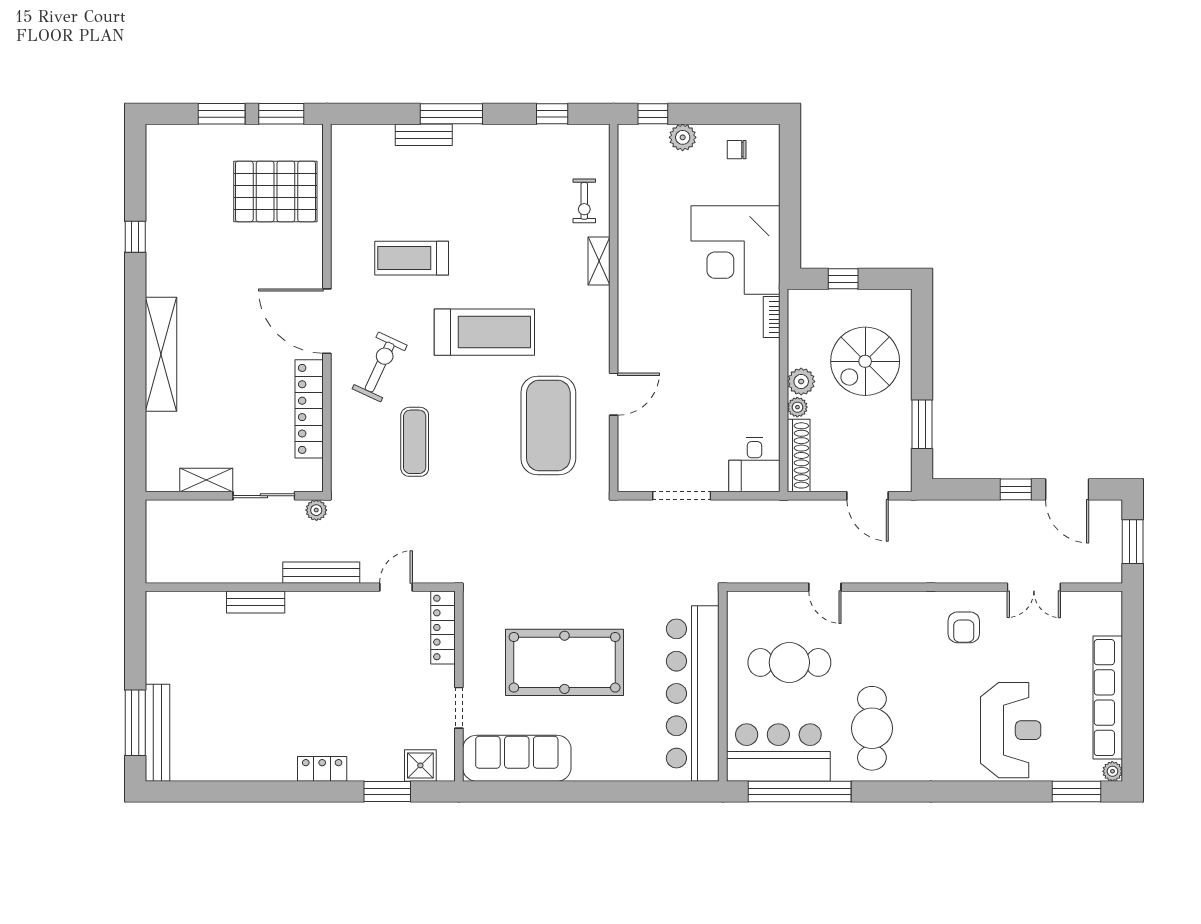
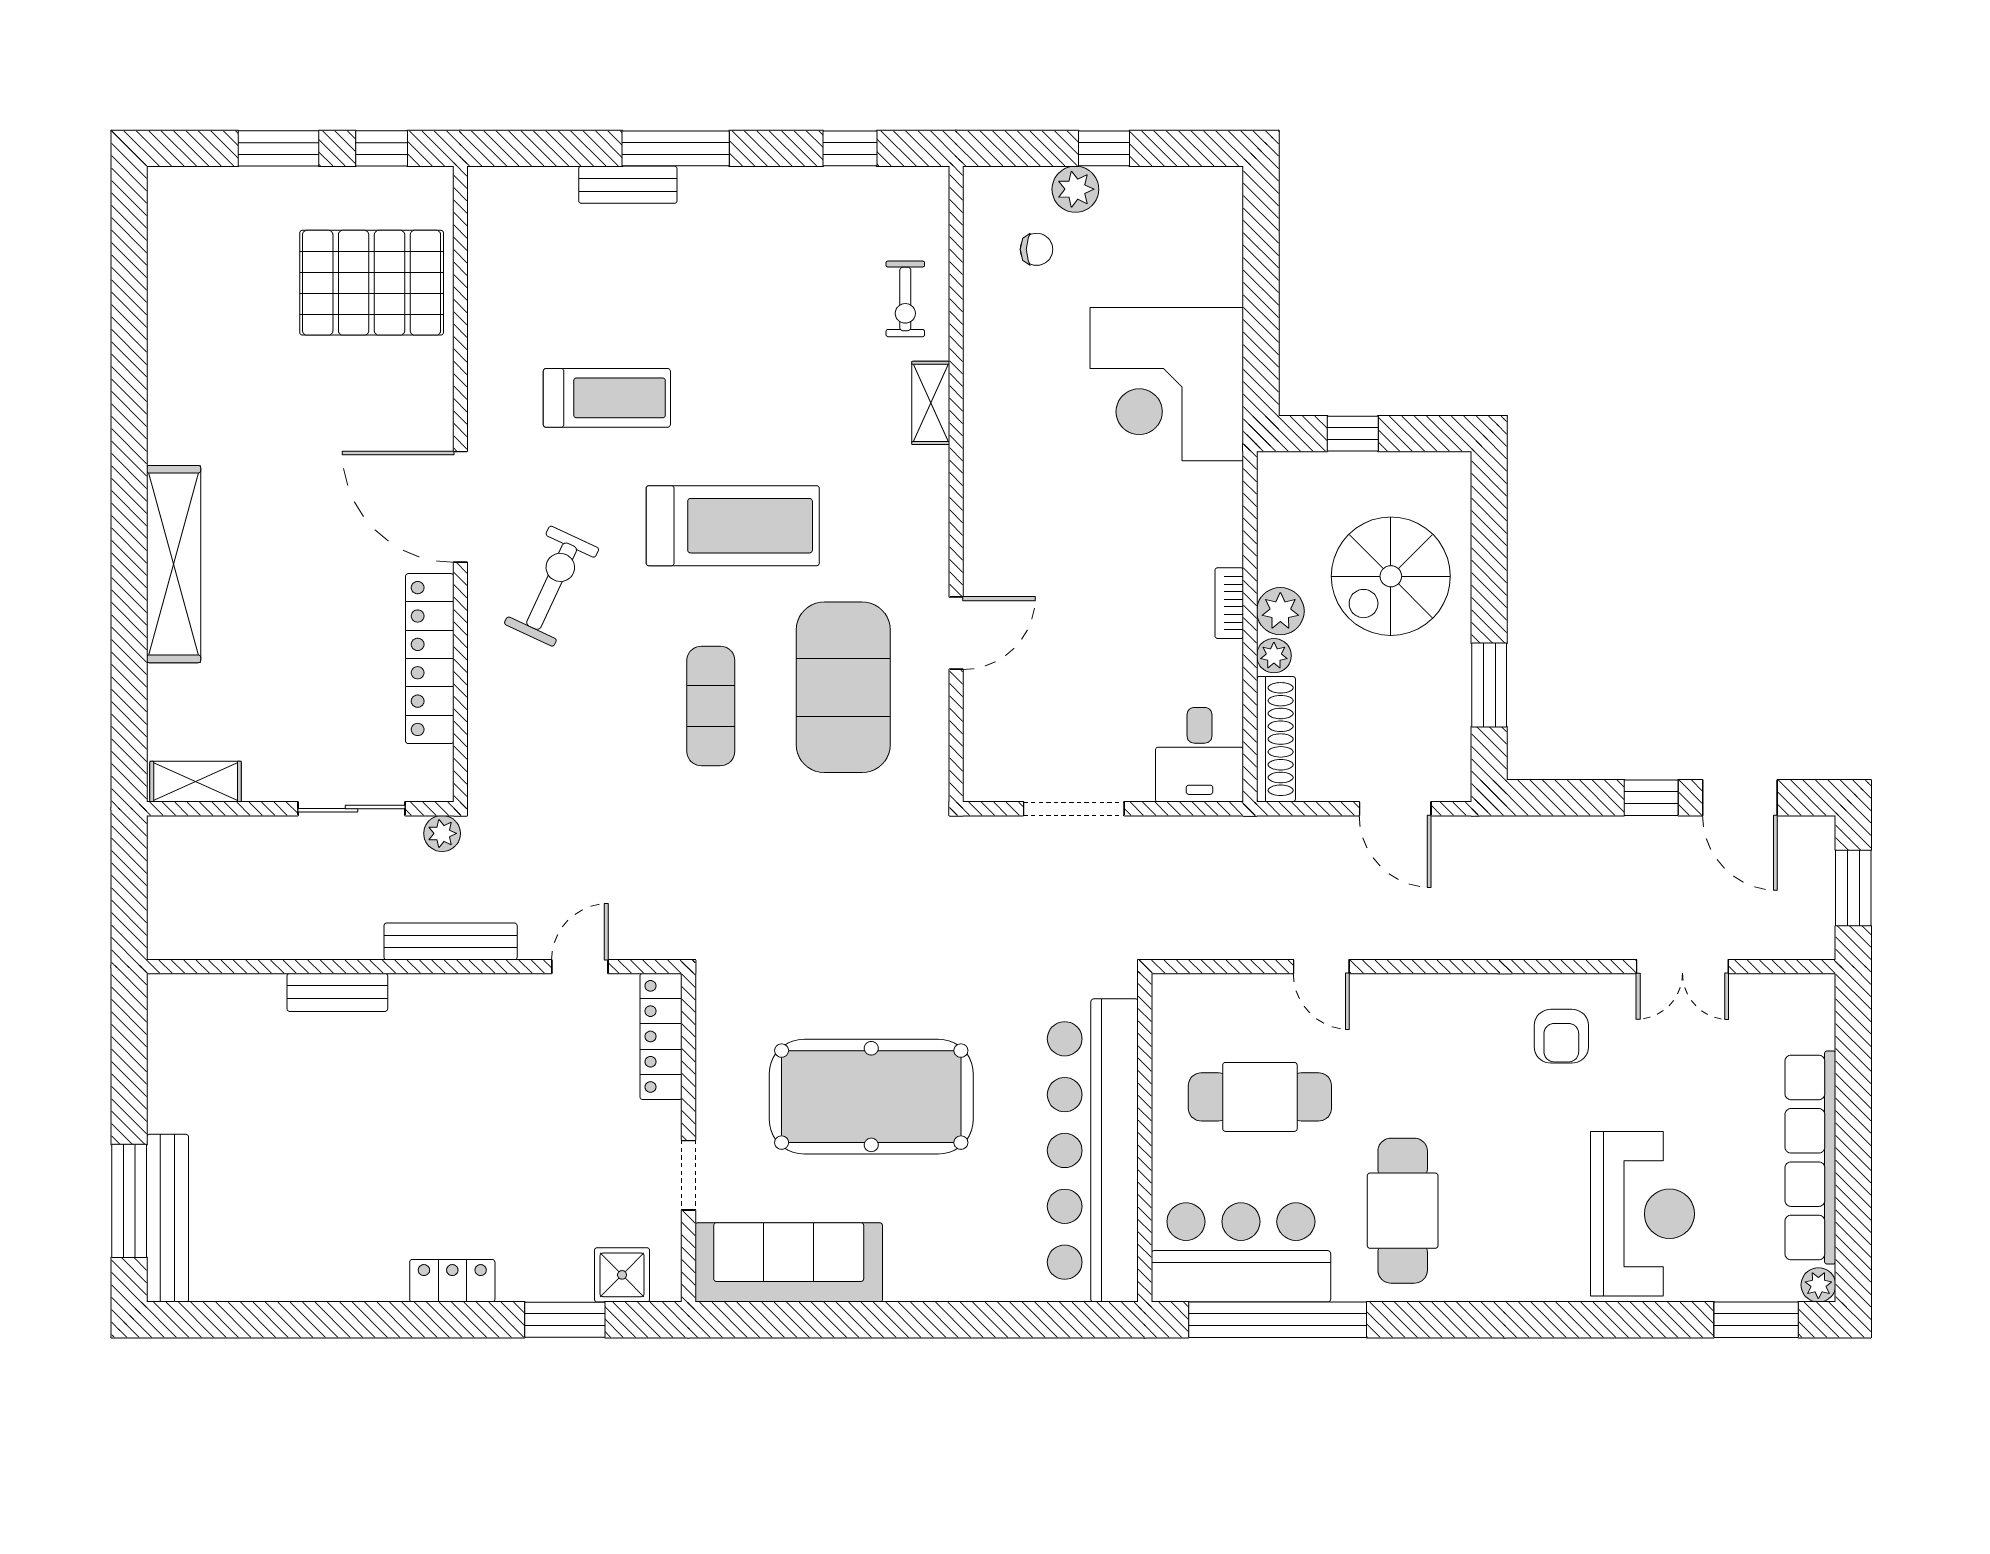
window: (281, 114) -> (382, 148), width x0.67
window: (653, 114) -> (1104, 148), moved
chair: (737, 150) -> (1037, 249), moved, turned 180
window: (135, 237) -> (129, 361), removed
treadmill: (412, 258) -> (607, 398), turned 180
bookcase: (772, 317) -> (1229, 603), moved
exercise mat: (415, 442) -> (711, 706), moved
shelving: (206, 480) -> (196, 782), moved

